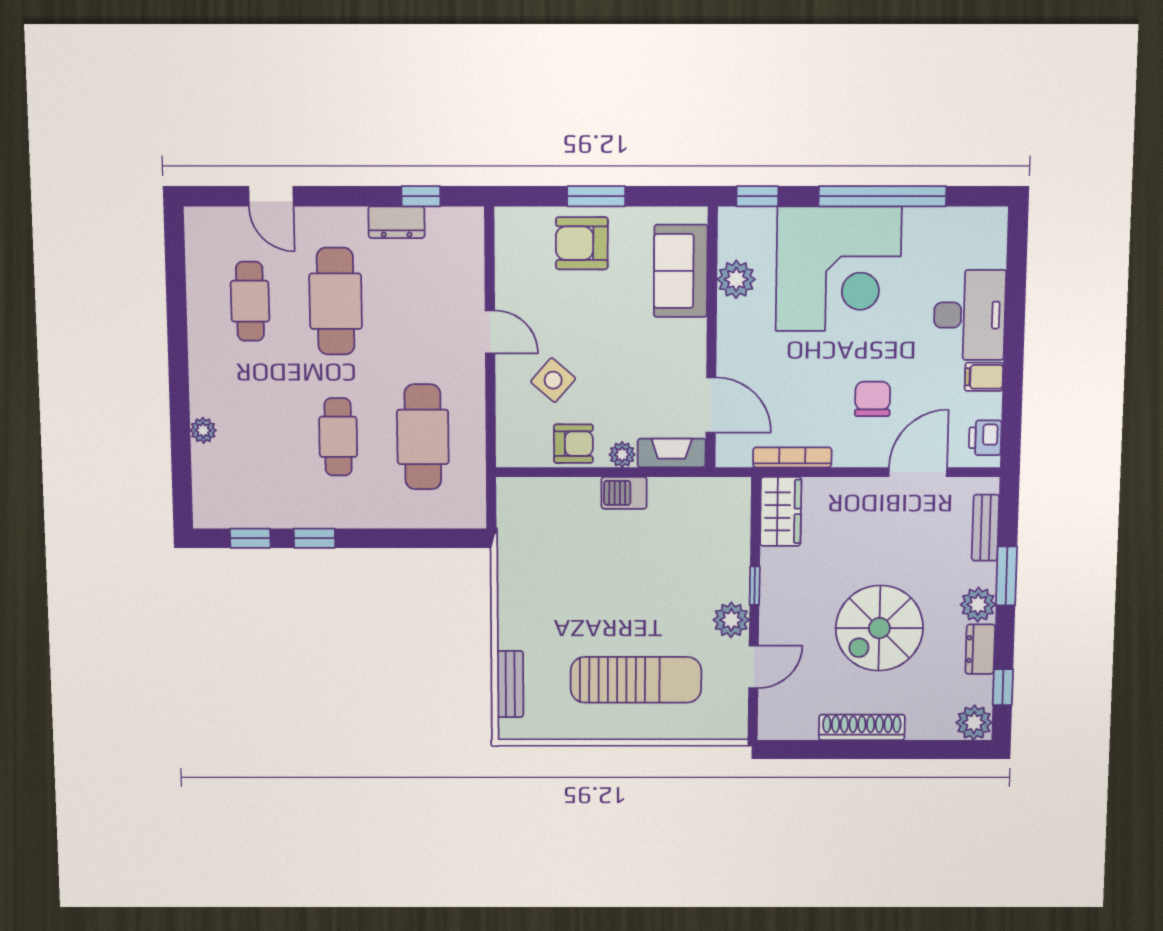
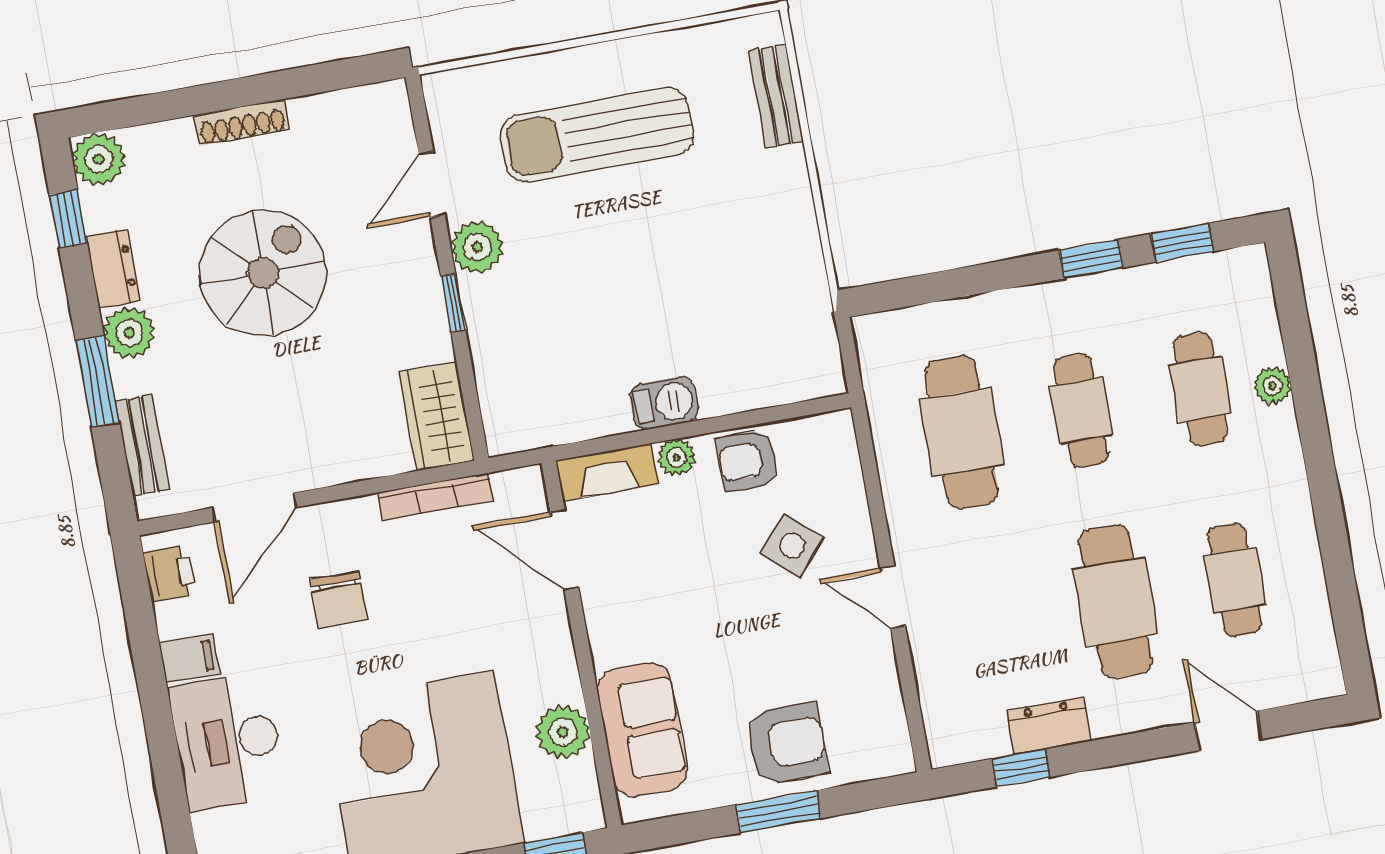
cafe table: (253, 437) -> (1200, 389), added
shoe rack: (862, 727) -> (242, 122), width x0.74, depth x0.81

